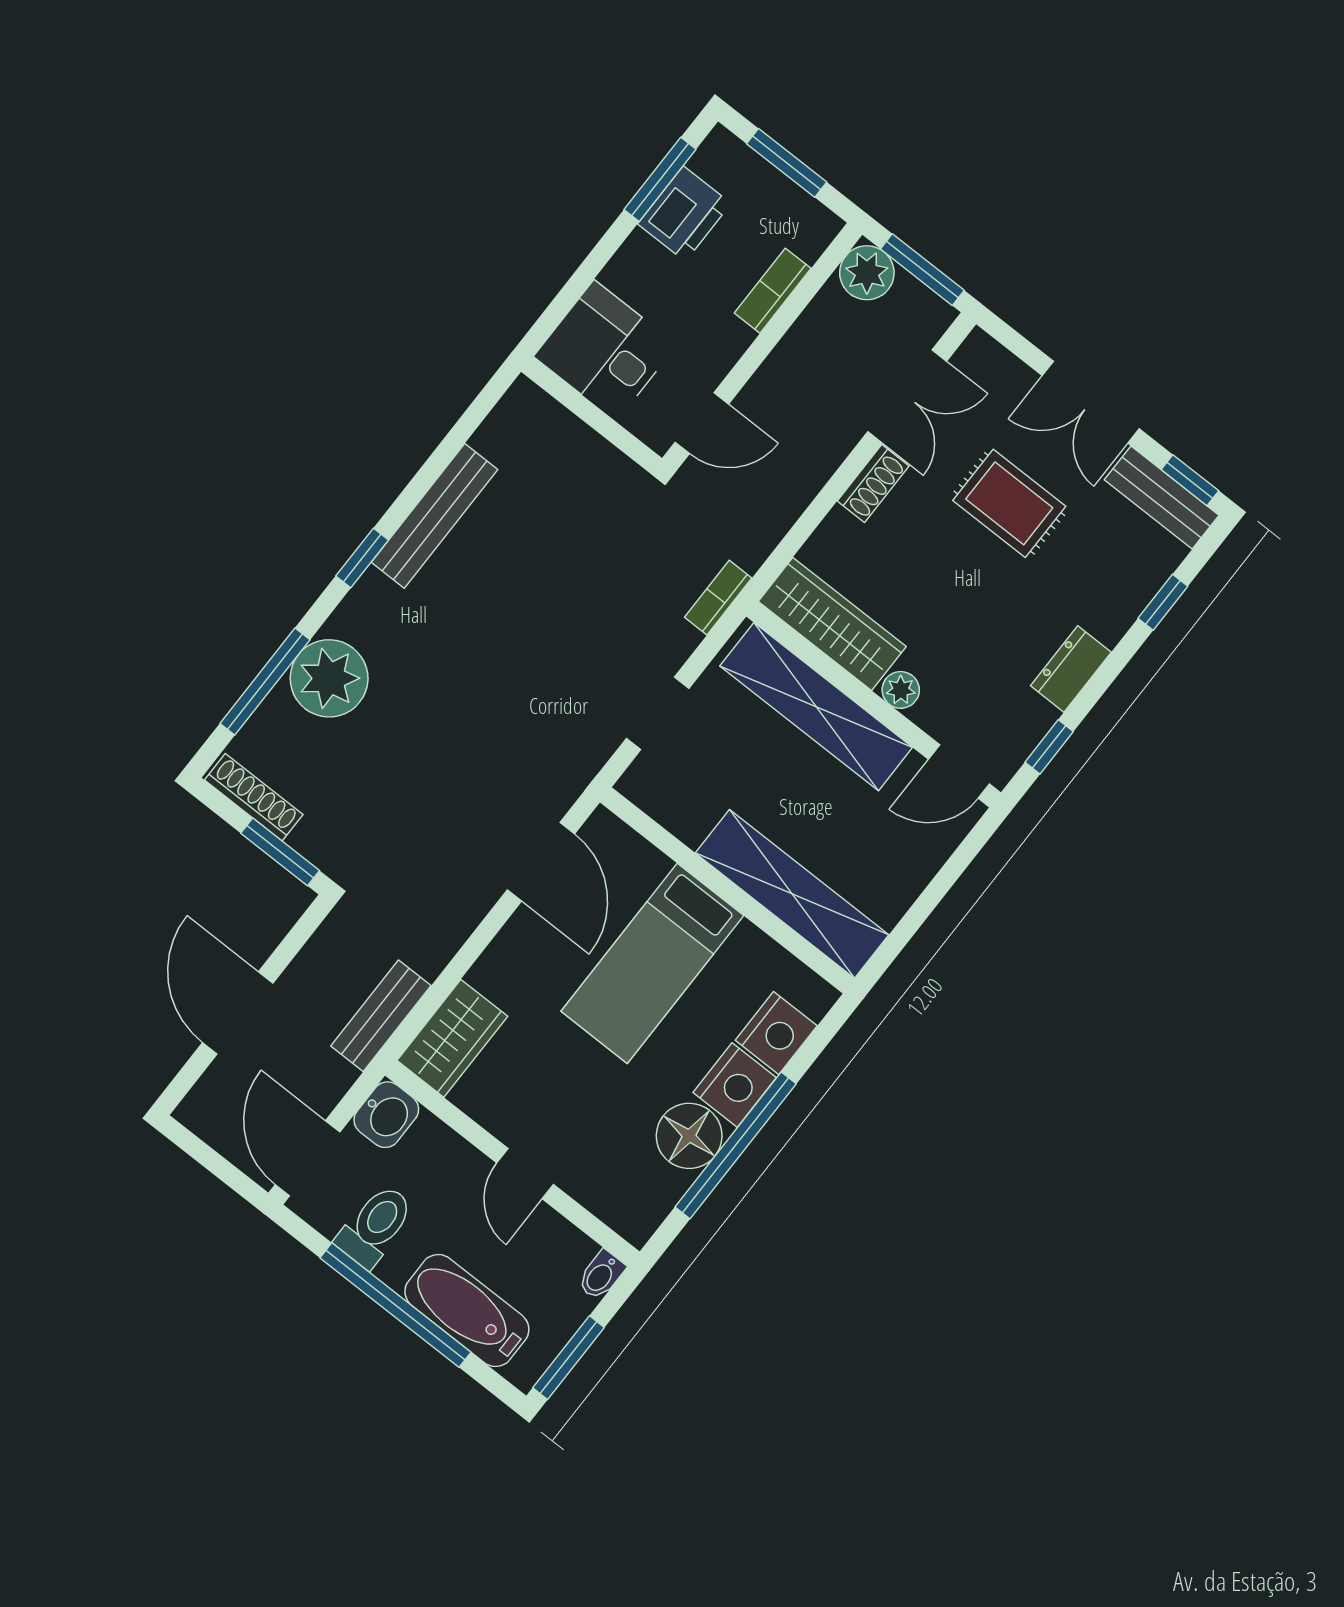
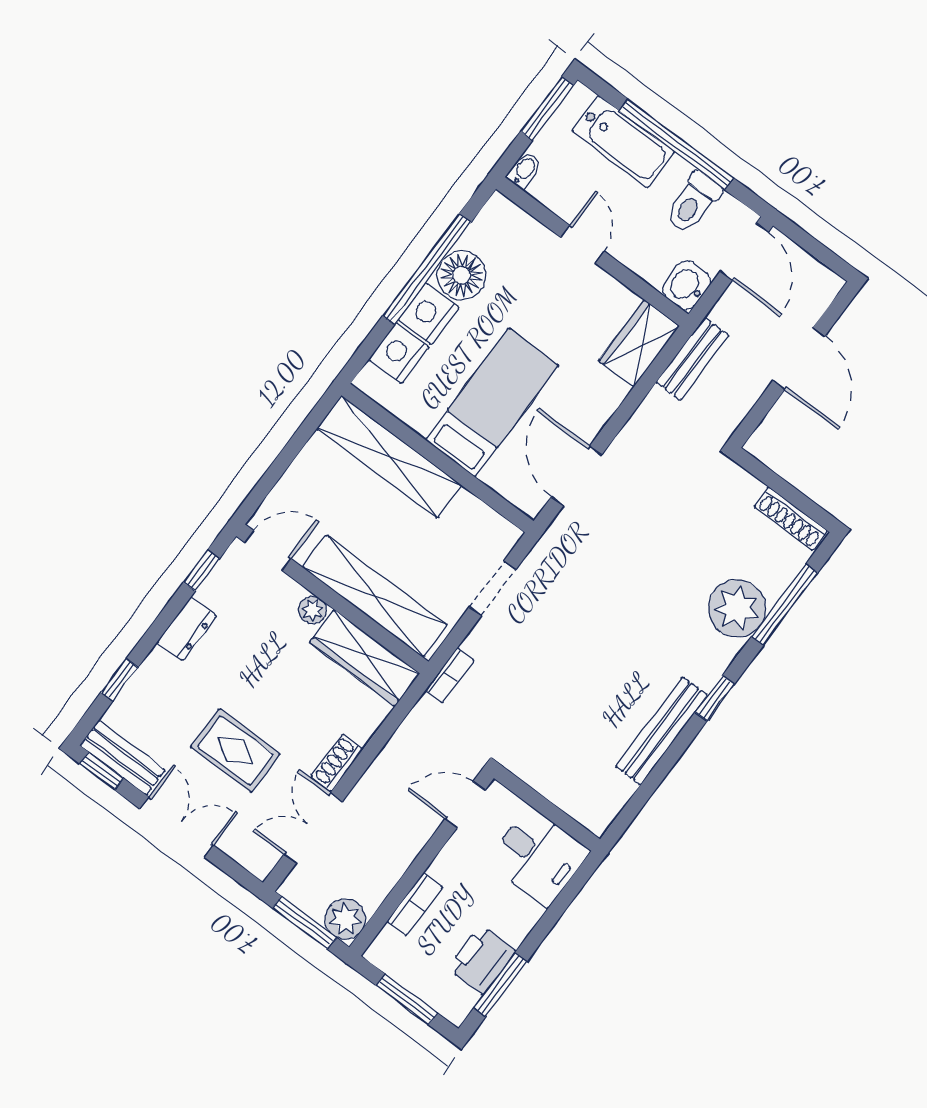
window: (280, 852) -> (770, 479), removed

